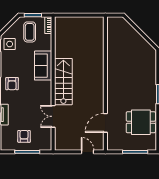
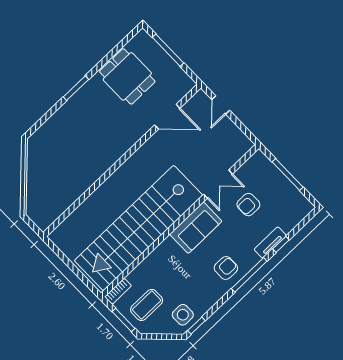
sofa: (43, 66) -> (196, 228), moved
stairs: (63, 82) -> (138, 228), width x1.86, depth x1.51
armchair: (24, 136) -> (248, 205), moved

